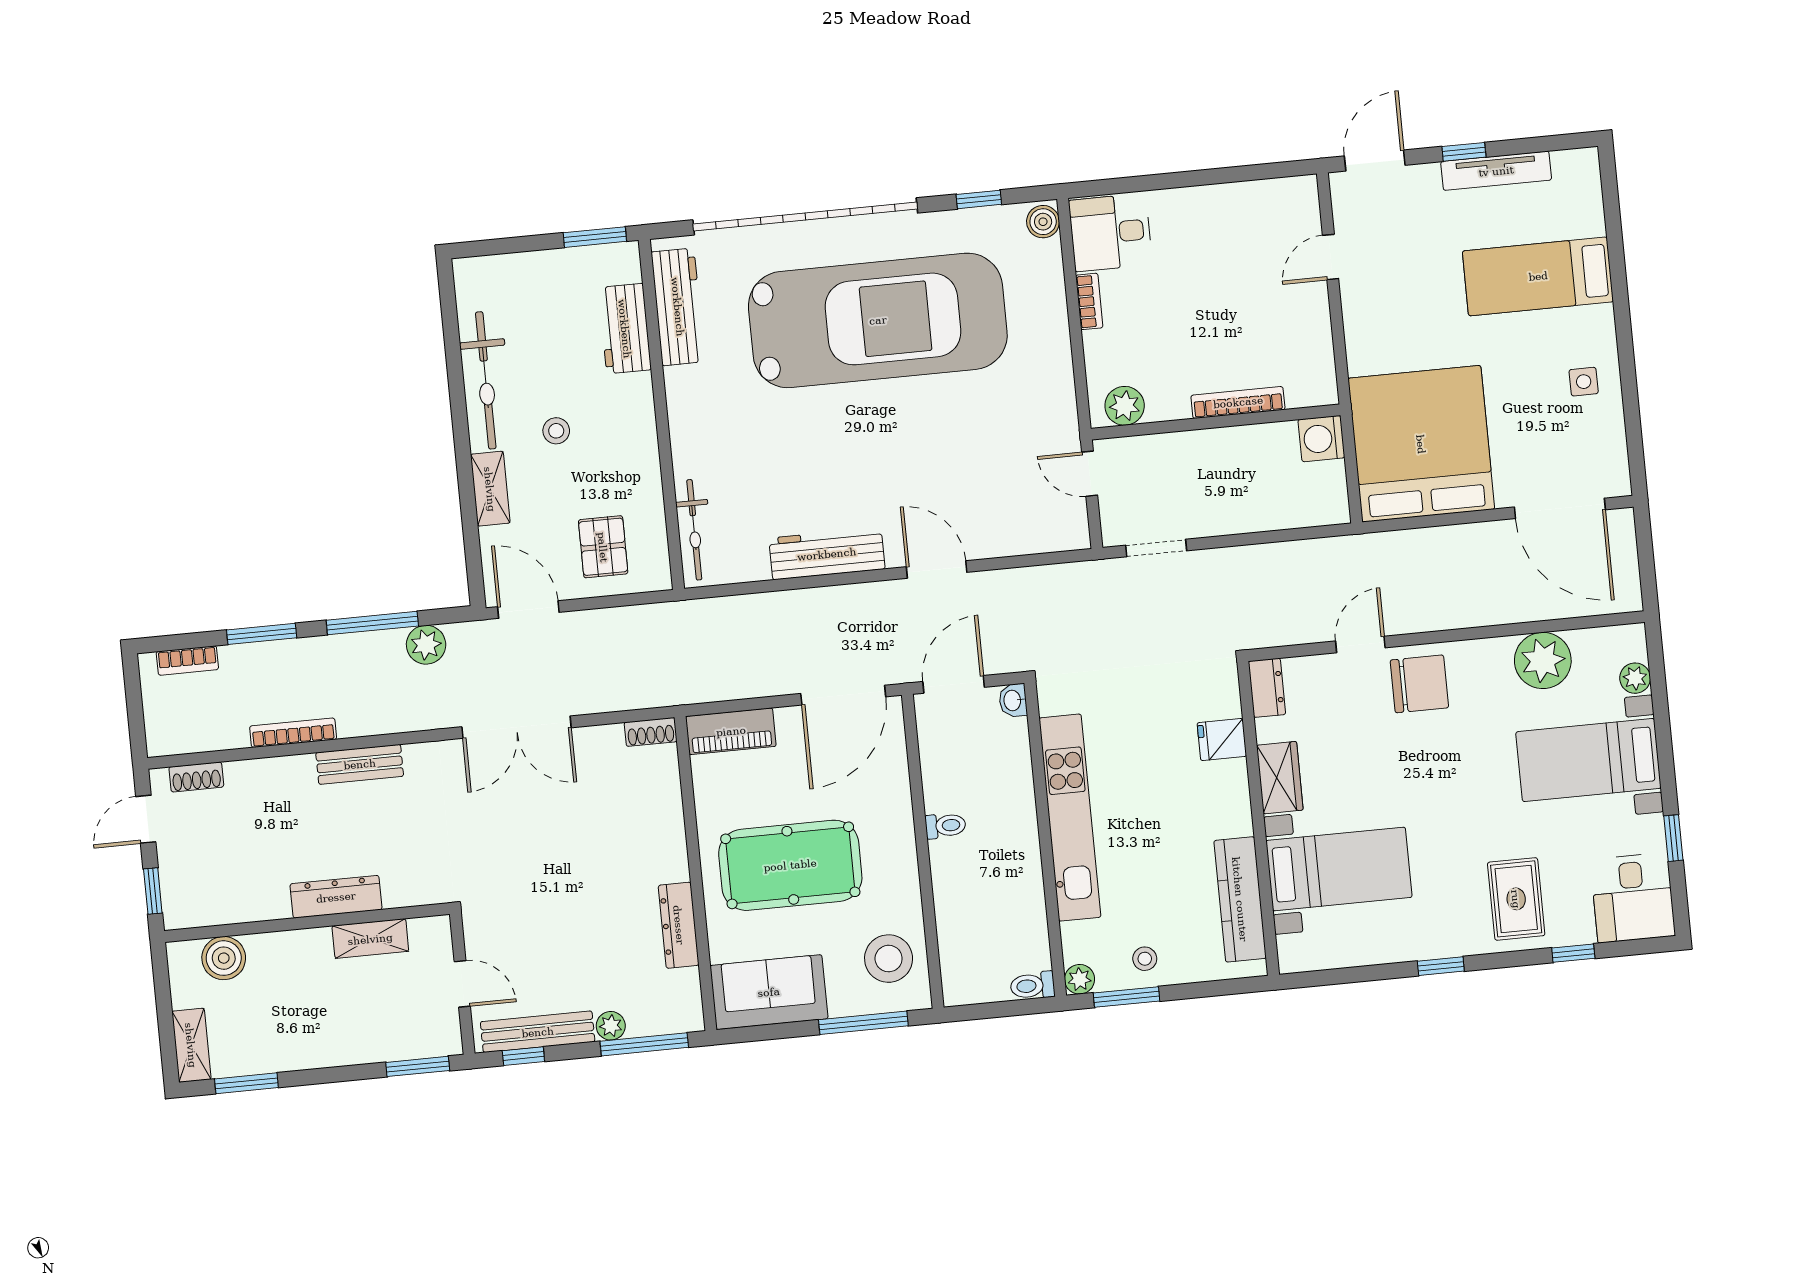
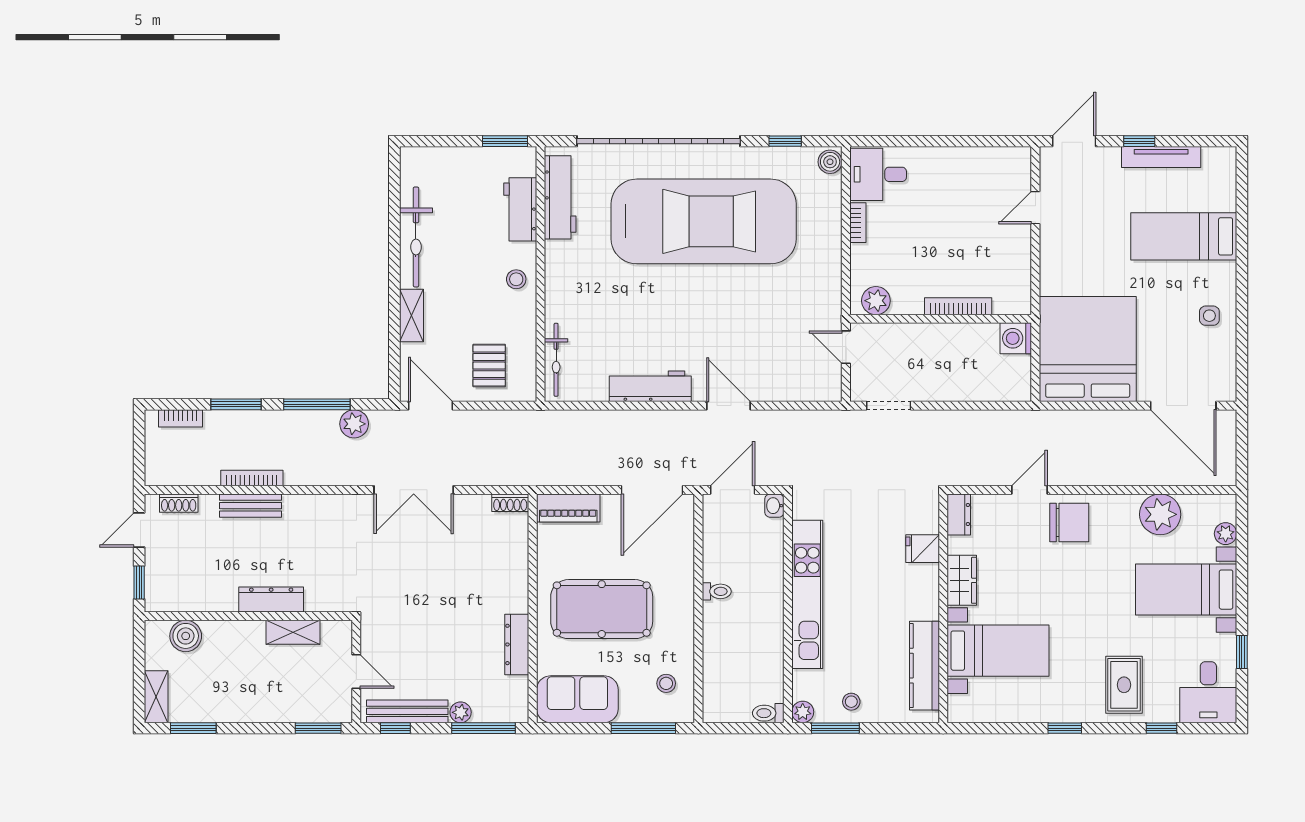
stool: (556, 431) -> (516, 279), moved
bench: (360, 764) -> (251, 506), moved
stool: (889, 959) -> (666, 683), width x0.53, depth x0.53

